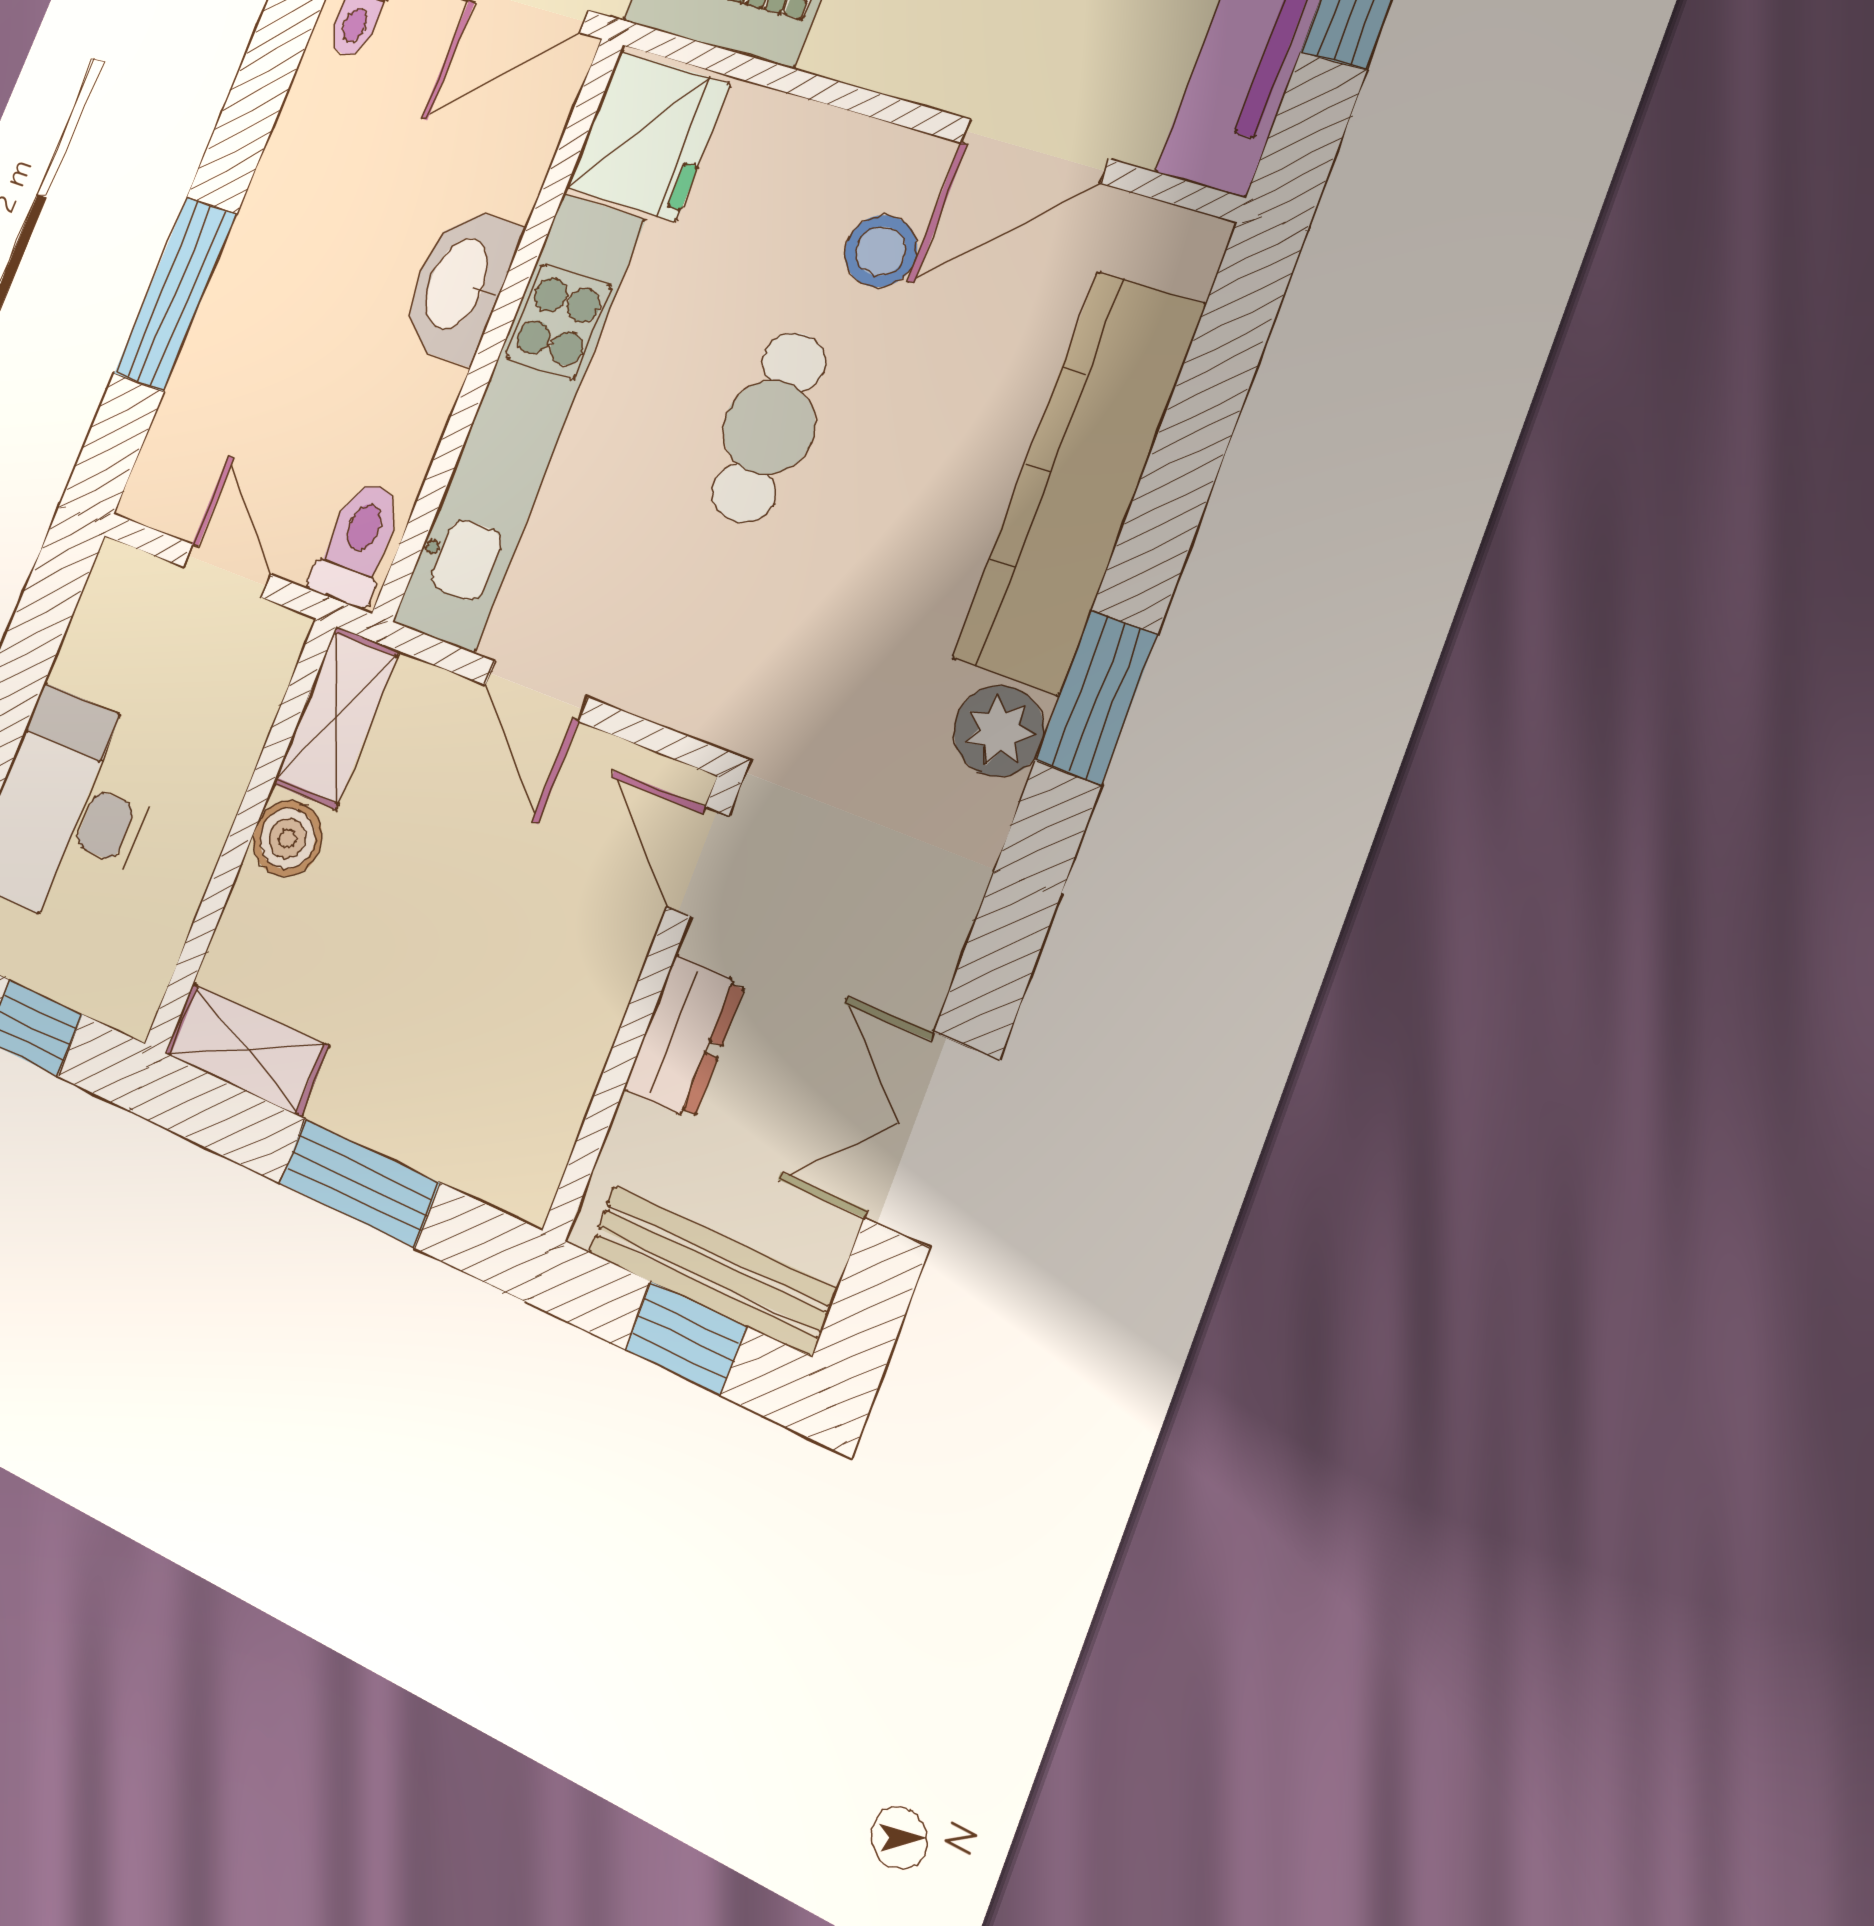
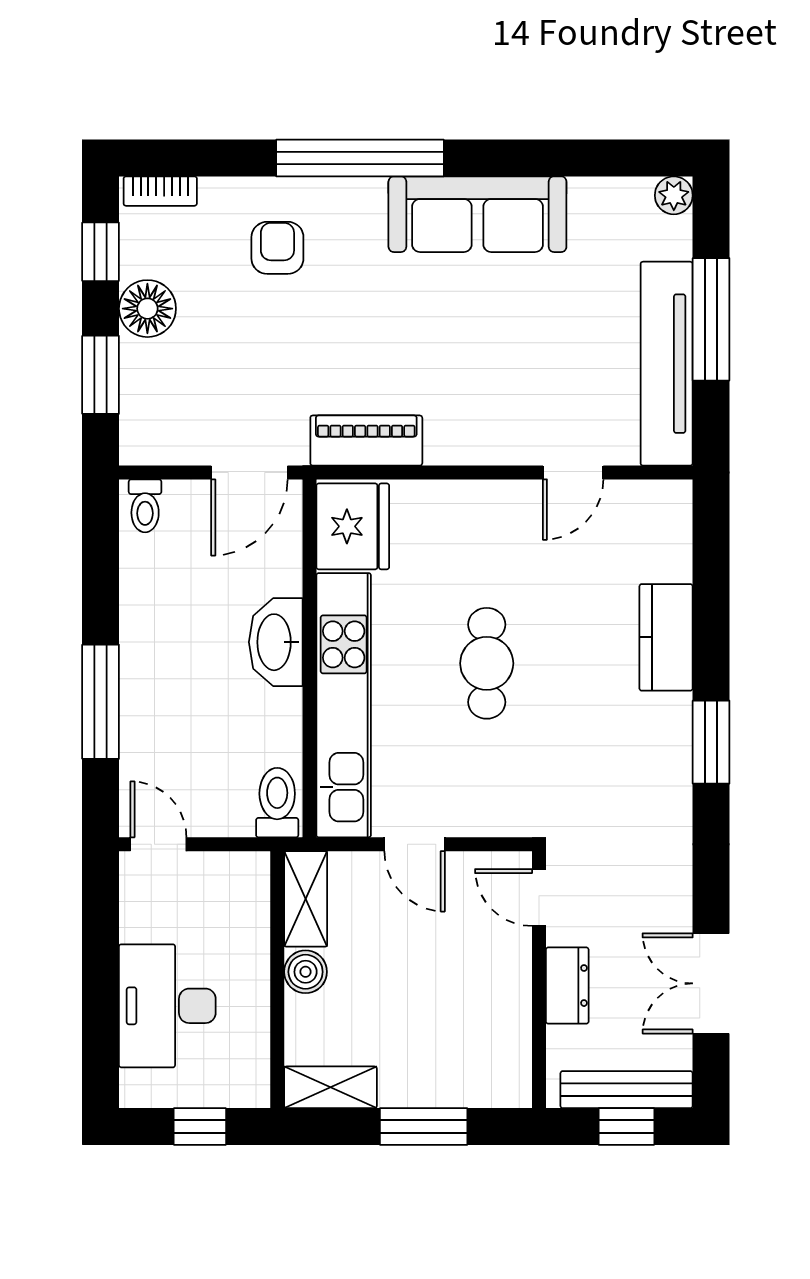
door: (1035, 151) -> (573, 472), width x0.73
stool: (881, 251) -> (511, 551), removed
kitchen counter: (1079, 481) -> (666, 637), width x0.48, depth x0.86
door: (227, 571) -> (158, 844), moved
plant: (999, 731) -> (669, 776), removed

